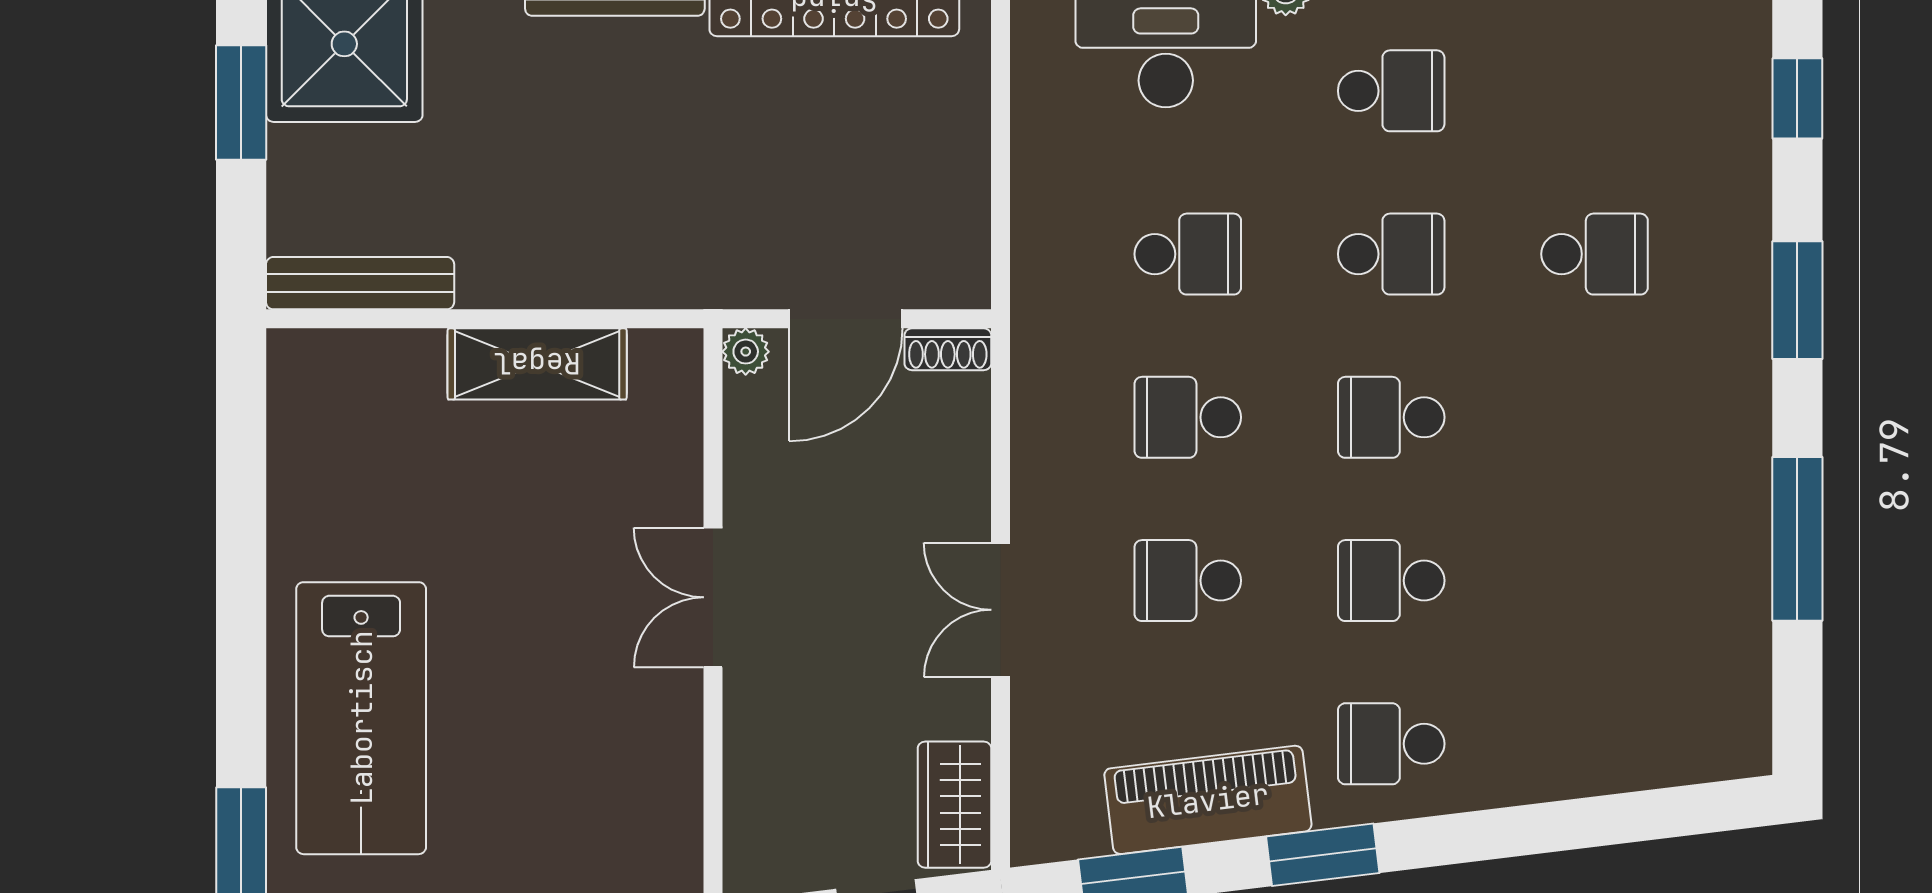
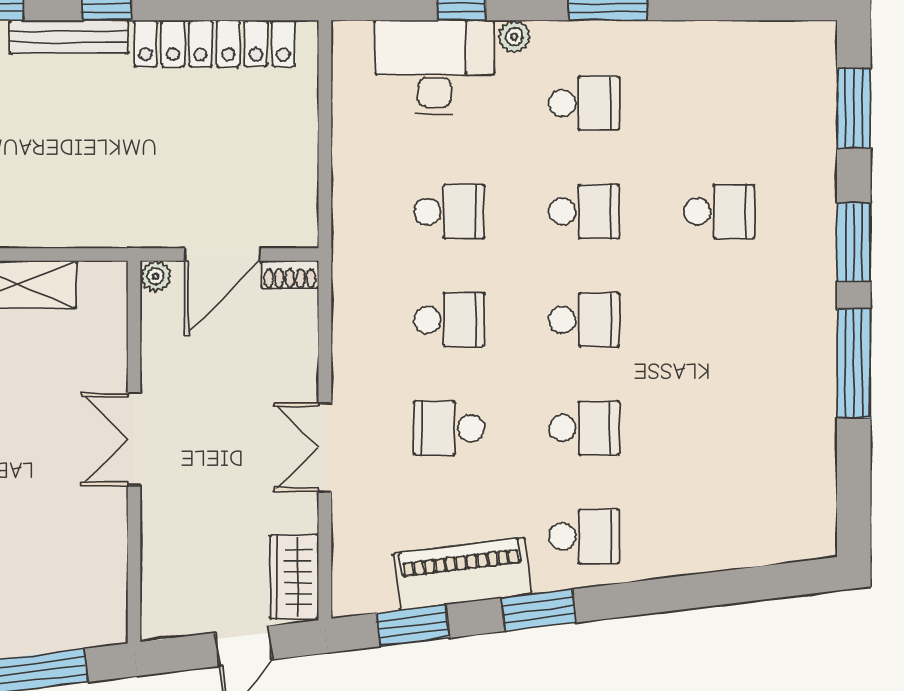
window: (1797, 98) -> (854, 108), width x1.50
school desk: (1188, 417) -> (449, 320), turned 180
school desk: (1391, 417) -> (584, 320), turned 180
window: (1797, 539) -> (854, 363), moved
school desk: (1391, 581) -> (584, 428), turned 180
school desk: (1391, 744) -> (584, 536), turned 180

